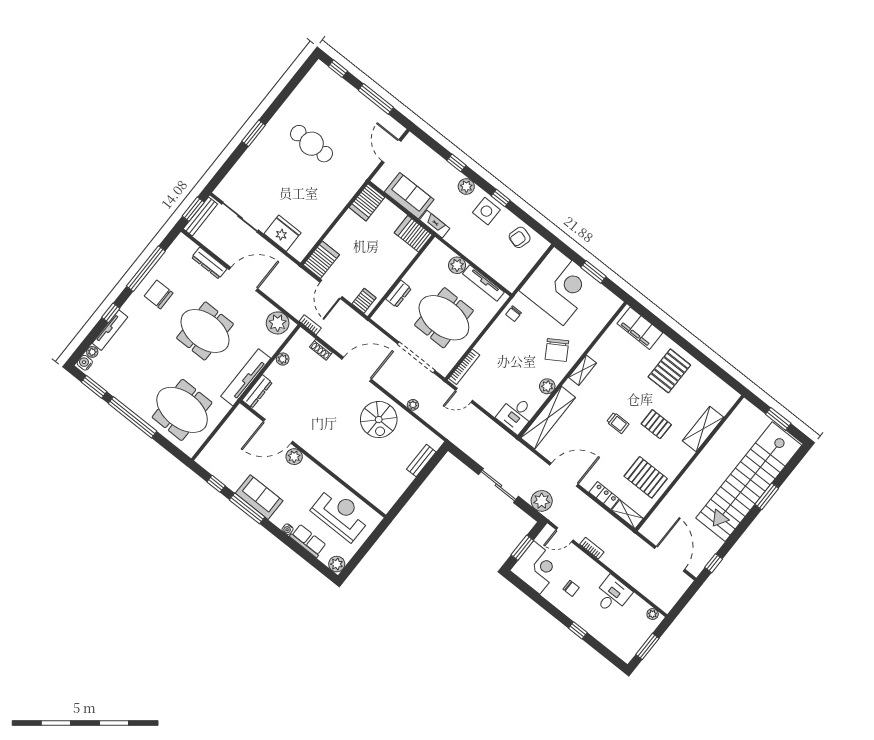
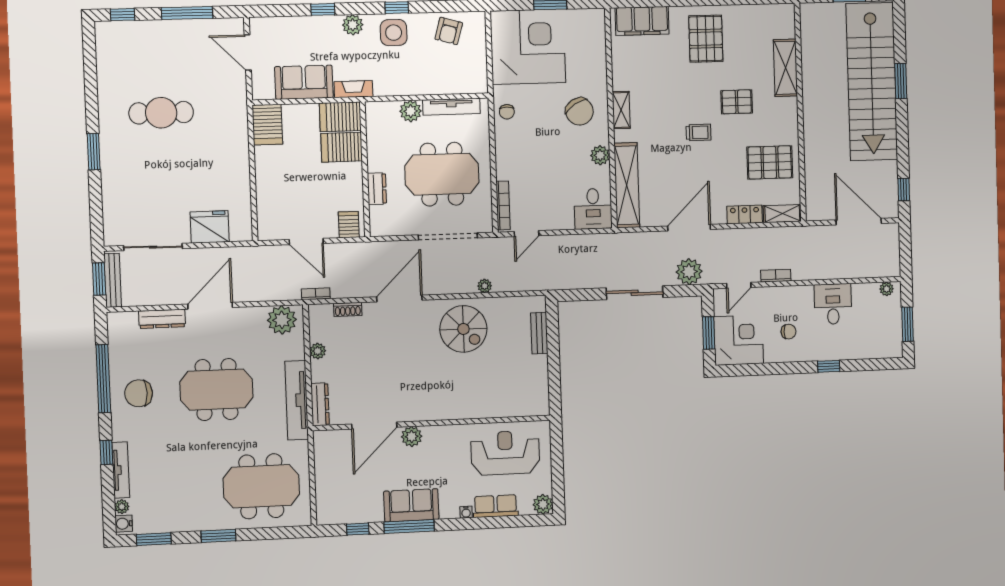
server rack: (321, 260) -> (342, 147), moved, turned -90
window: (133, 417) -> (218, 536), width x0.47

